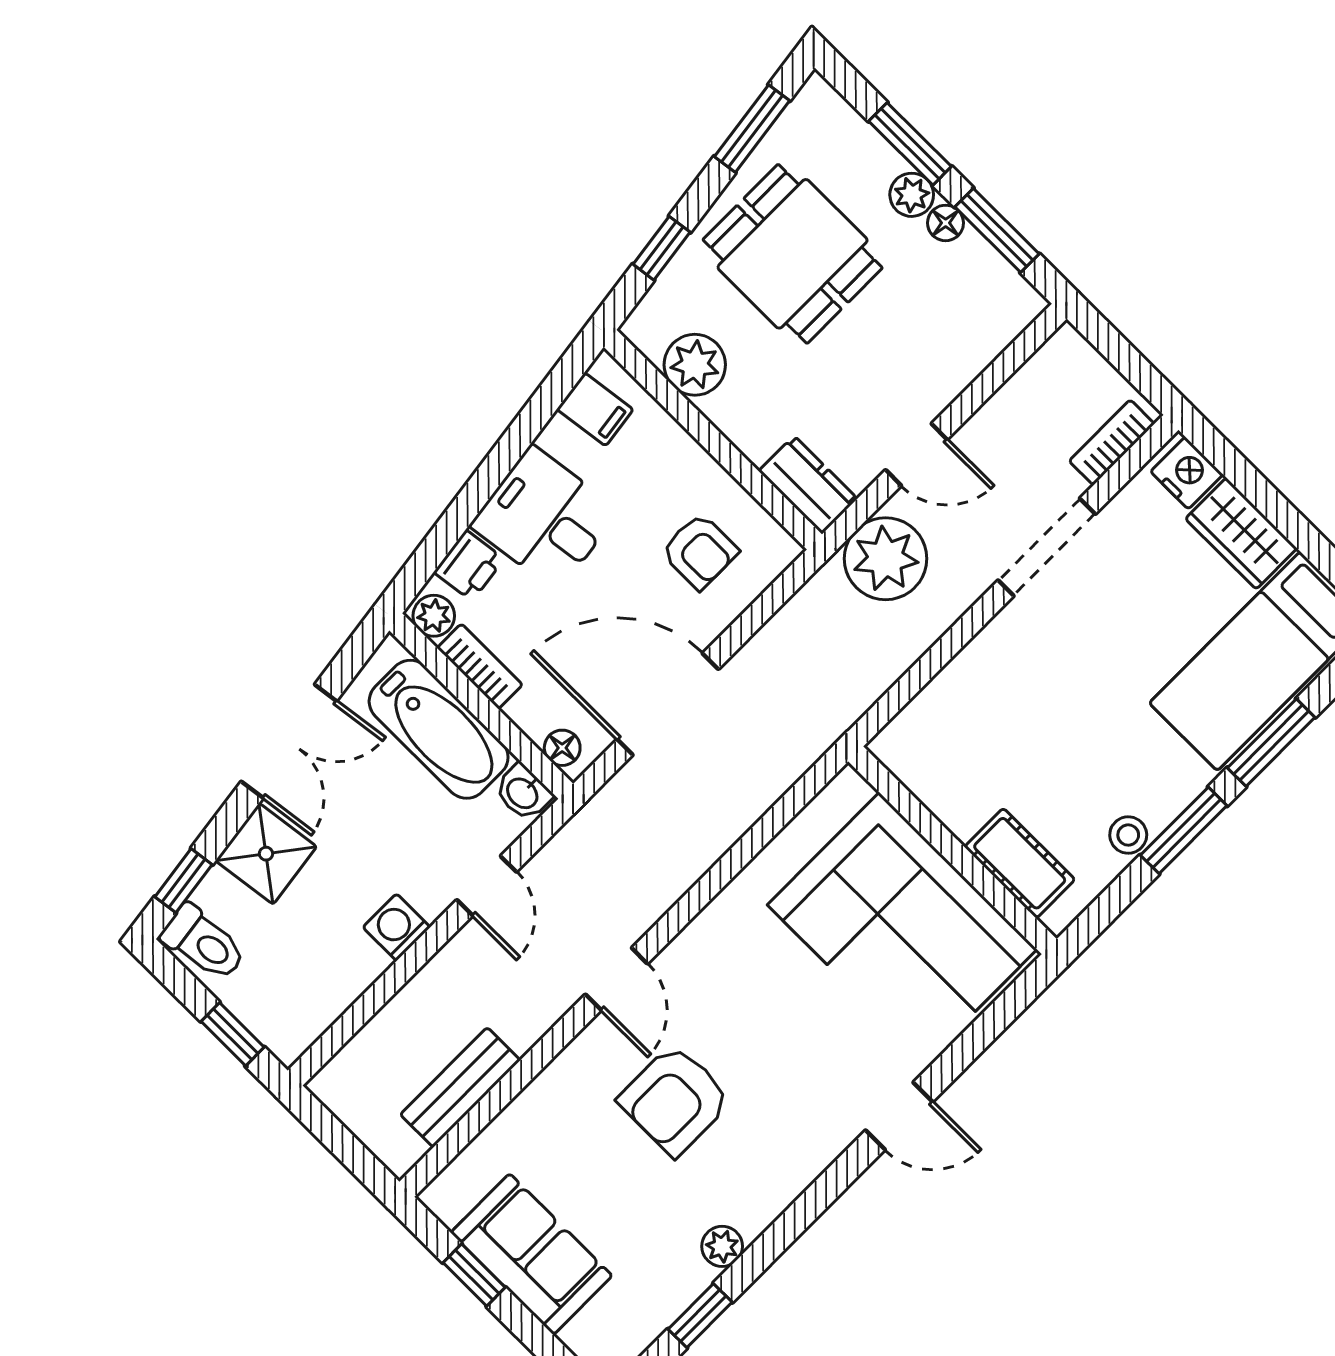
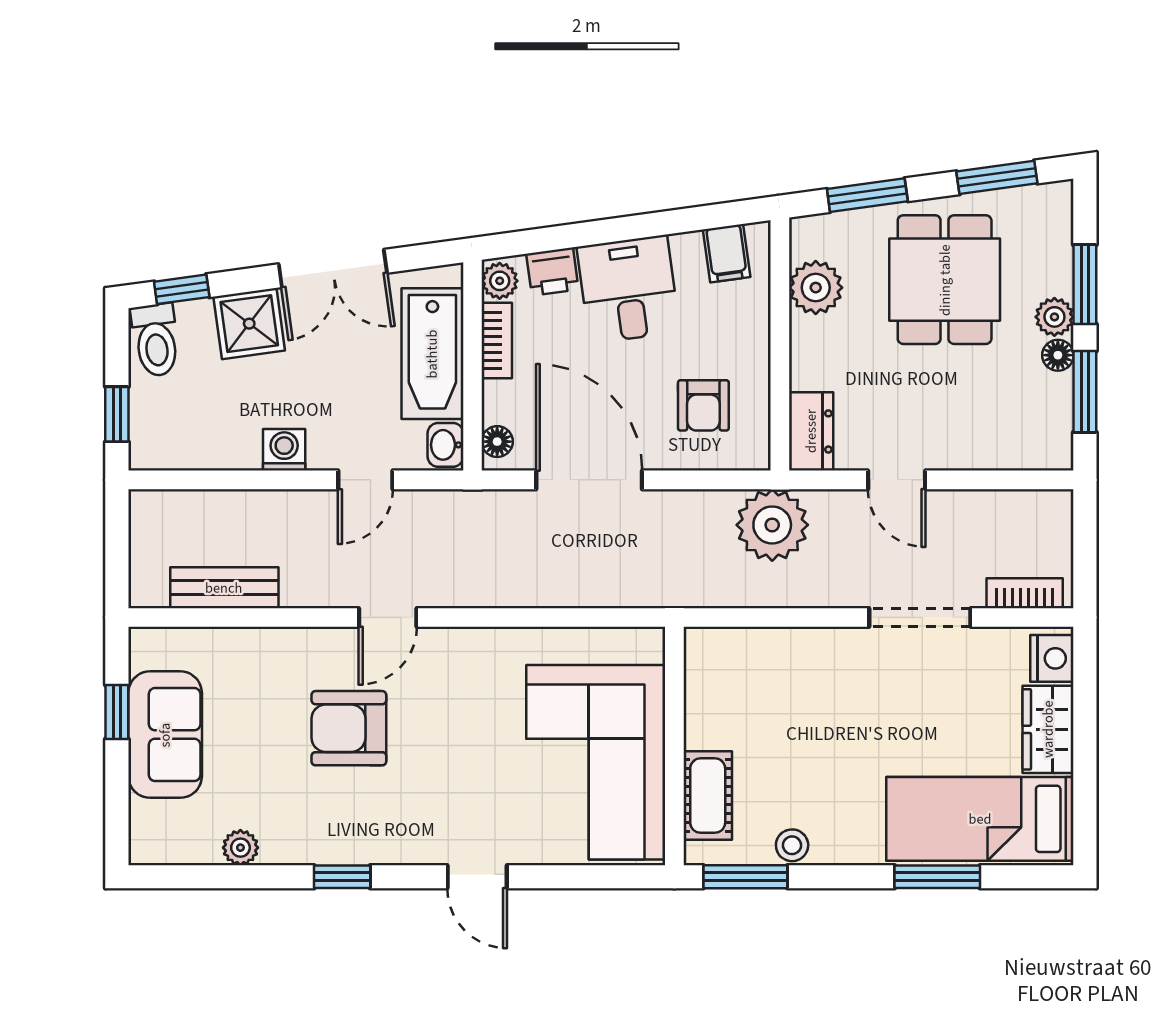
window: (662, 248) -> (867, 195), width x1.50
plant: (886, 559) -> (772, 525), moved
window: (1184, 830) -> (745, 877), moved
plant: (722, 1246) -> (240, 848), moved
window: (700, 1316) -> (342, 877), moved

